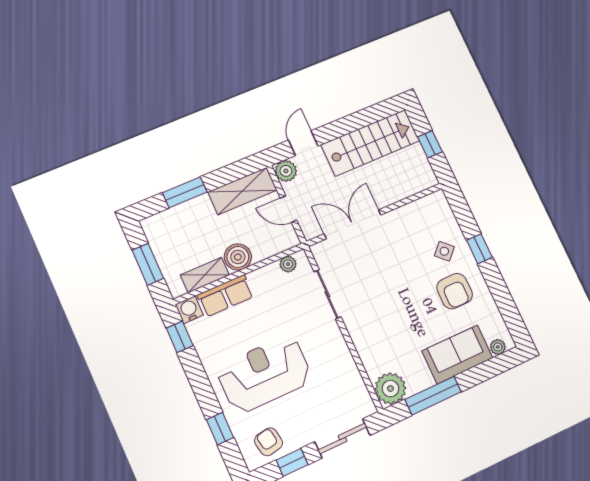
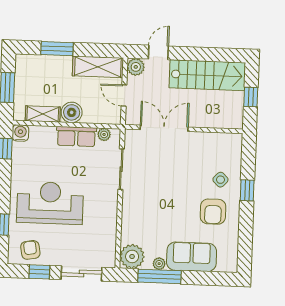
row of seats: (225, 296) -> (76, 136), moved
plant: (498, 347) -> (159, 264), moved

